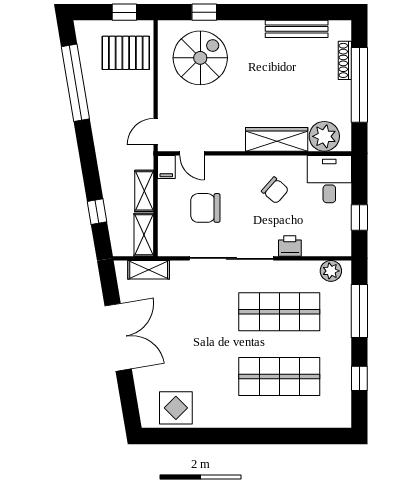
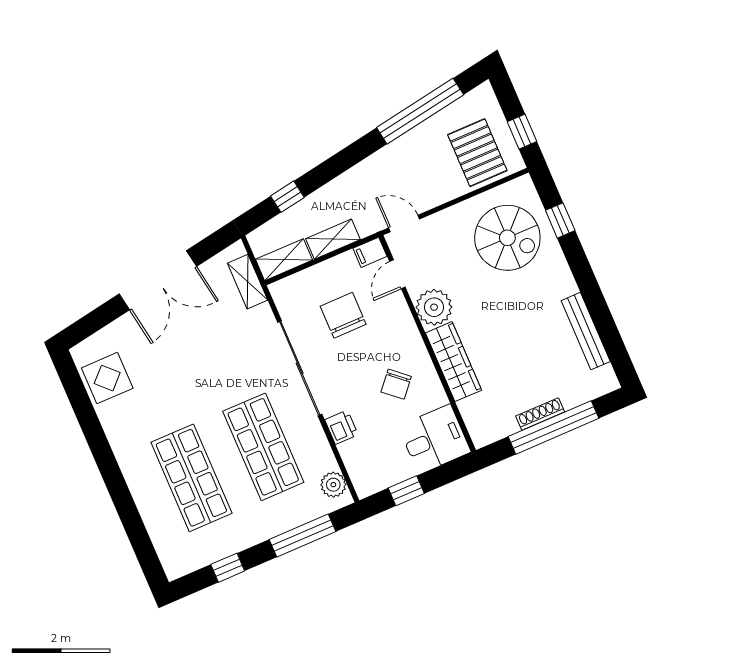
shoe rack: (345, 60) -> (540, 414), moved
plant: (324, 136) -> (434, 307), moved

